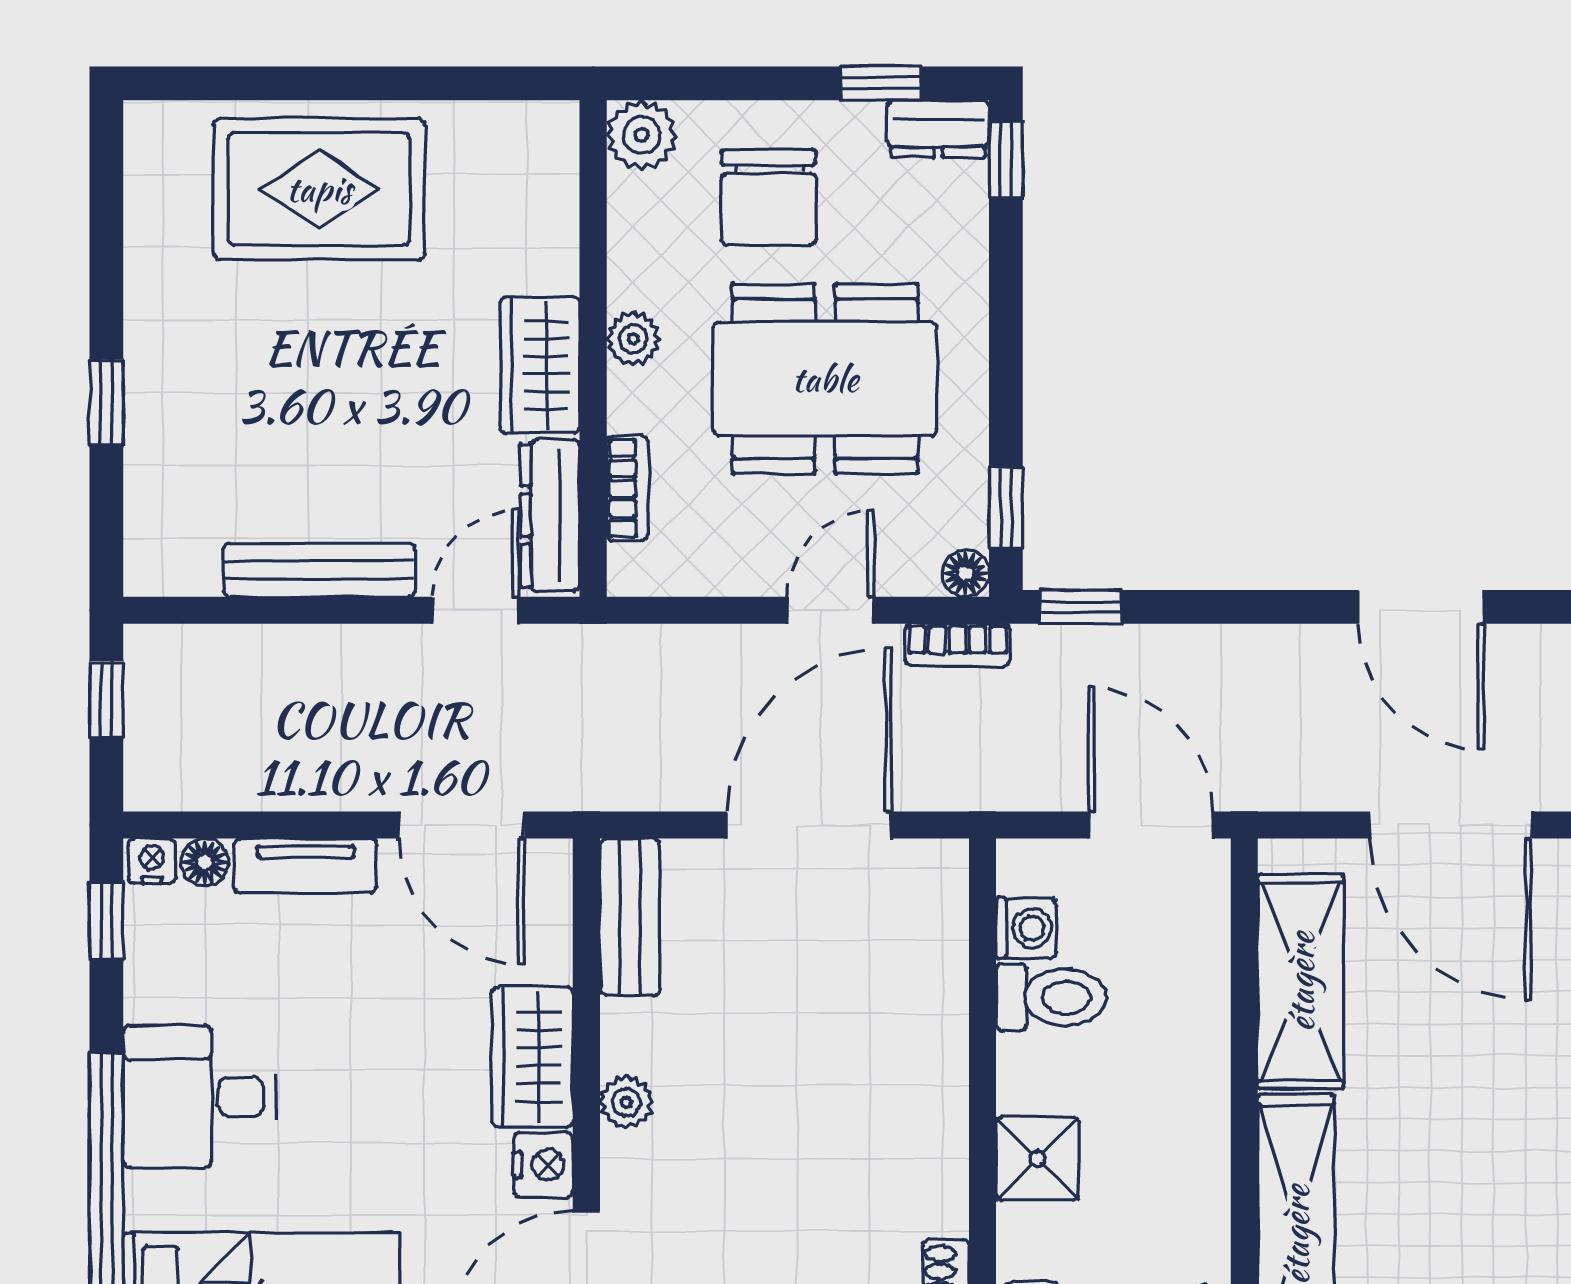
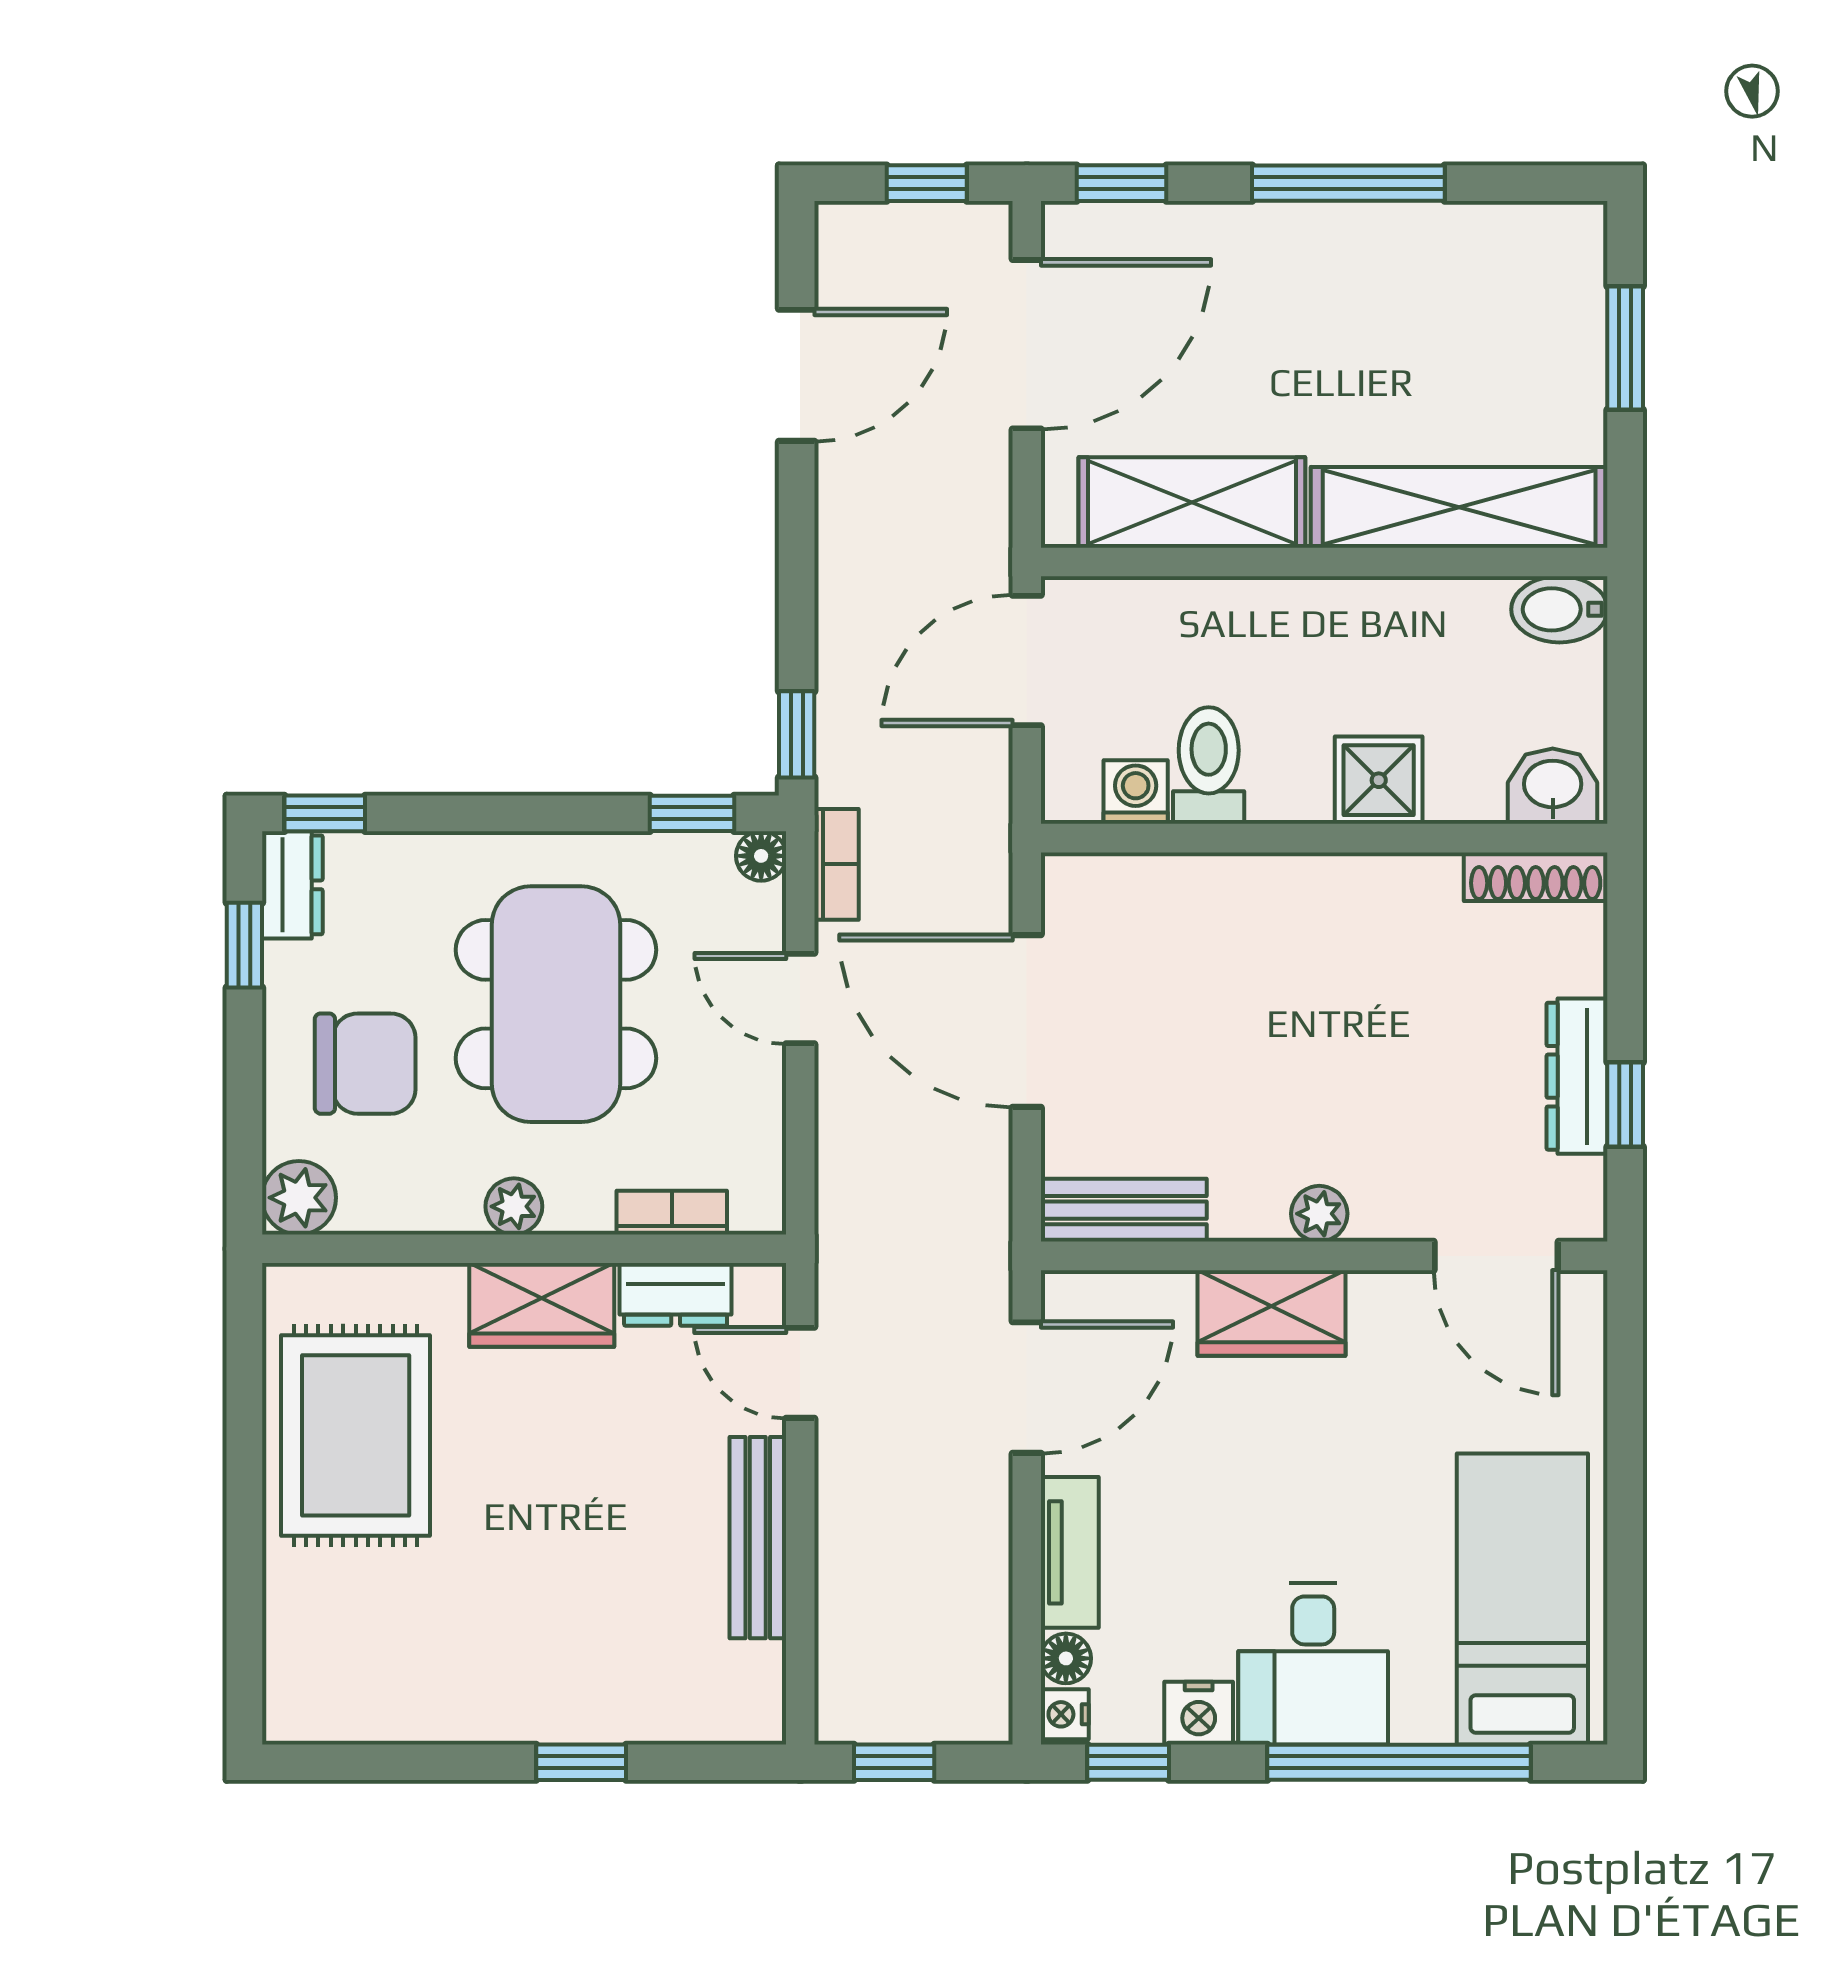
rug: (319, 189) -> (356, 1435), moved
dresser: (550, 515) -> (676, 1294), width x0.70
nightstand: (543, 1165) -> (1199, 1713), moved, turned 180

